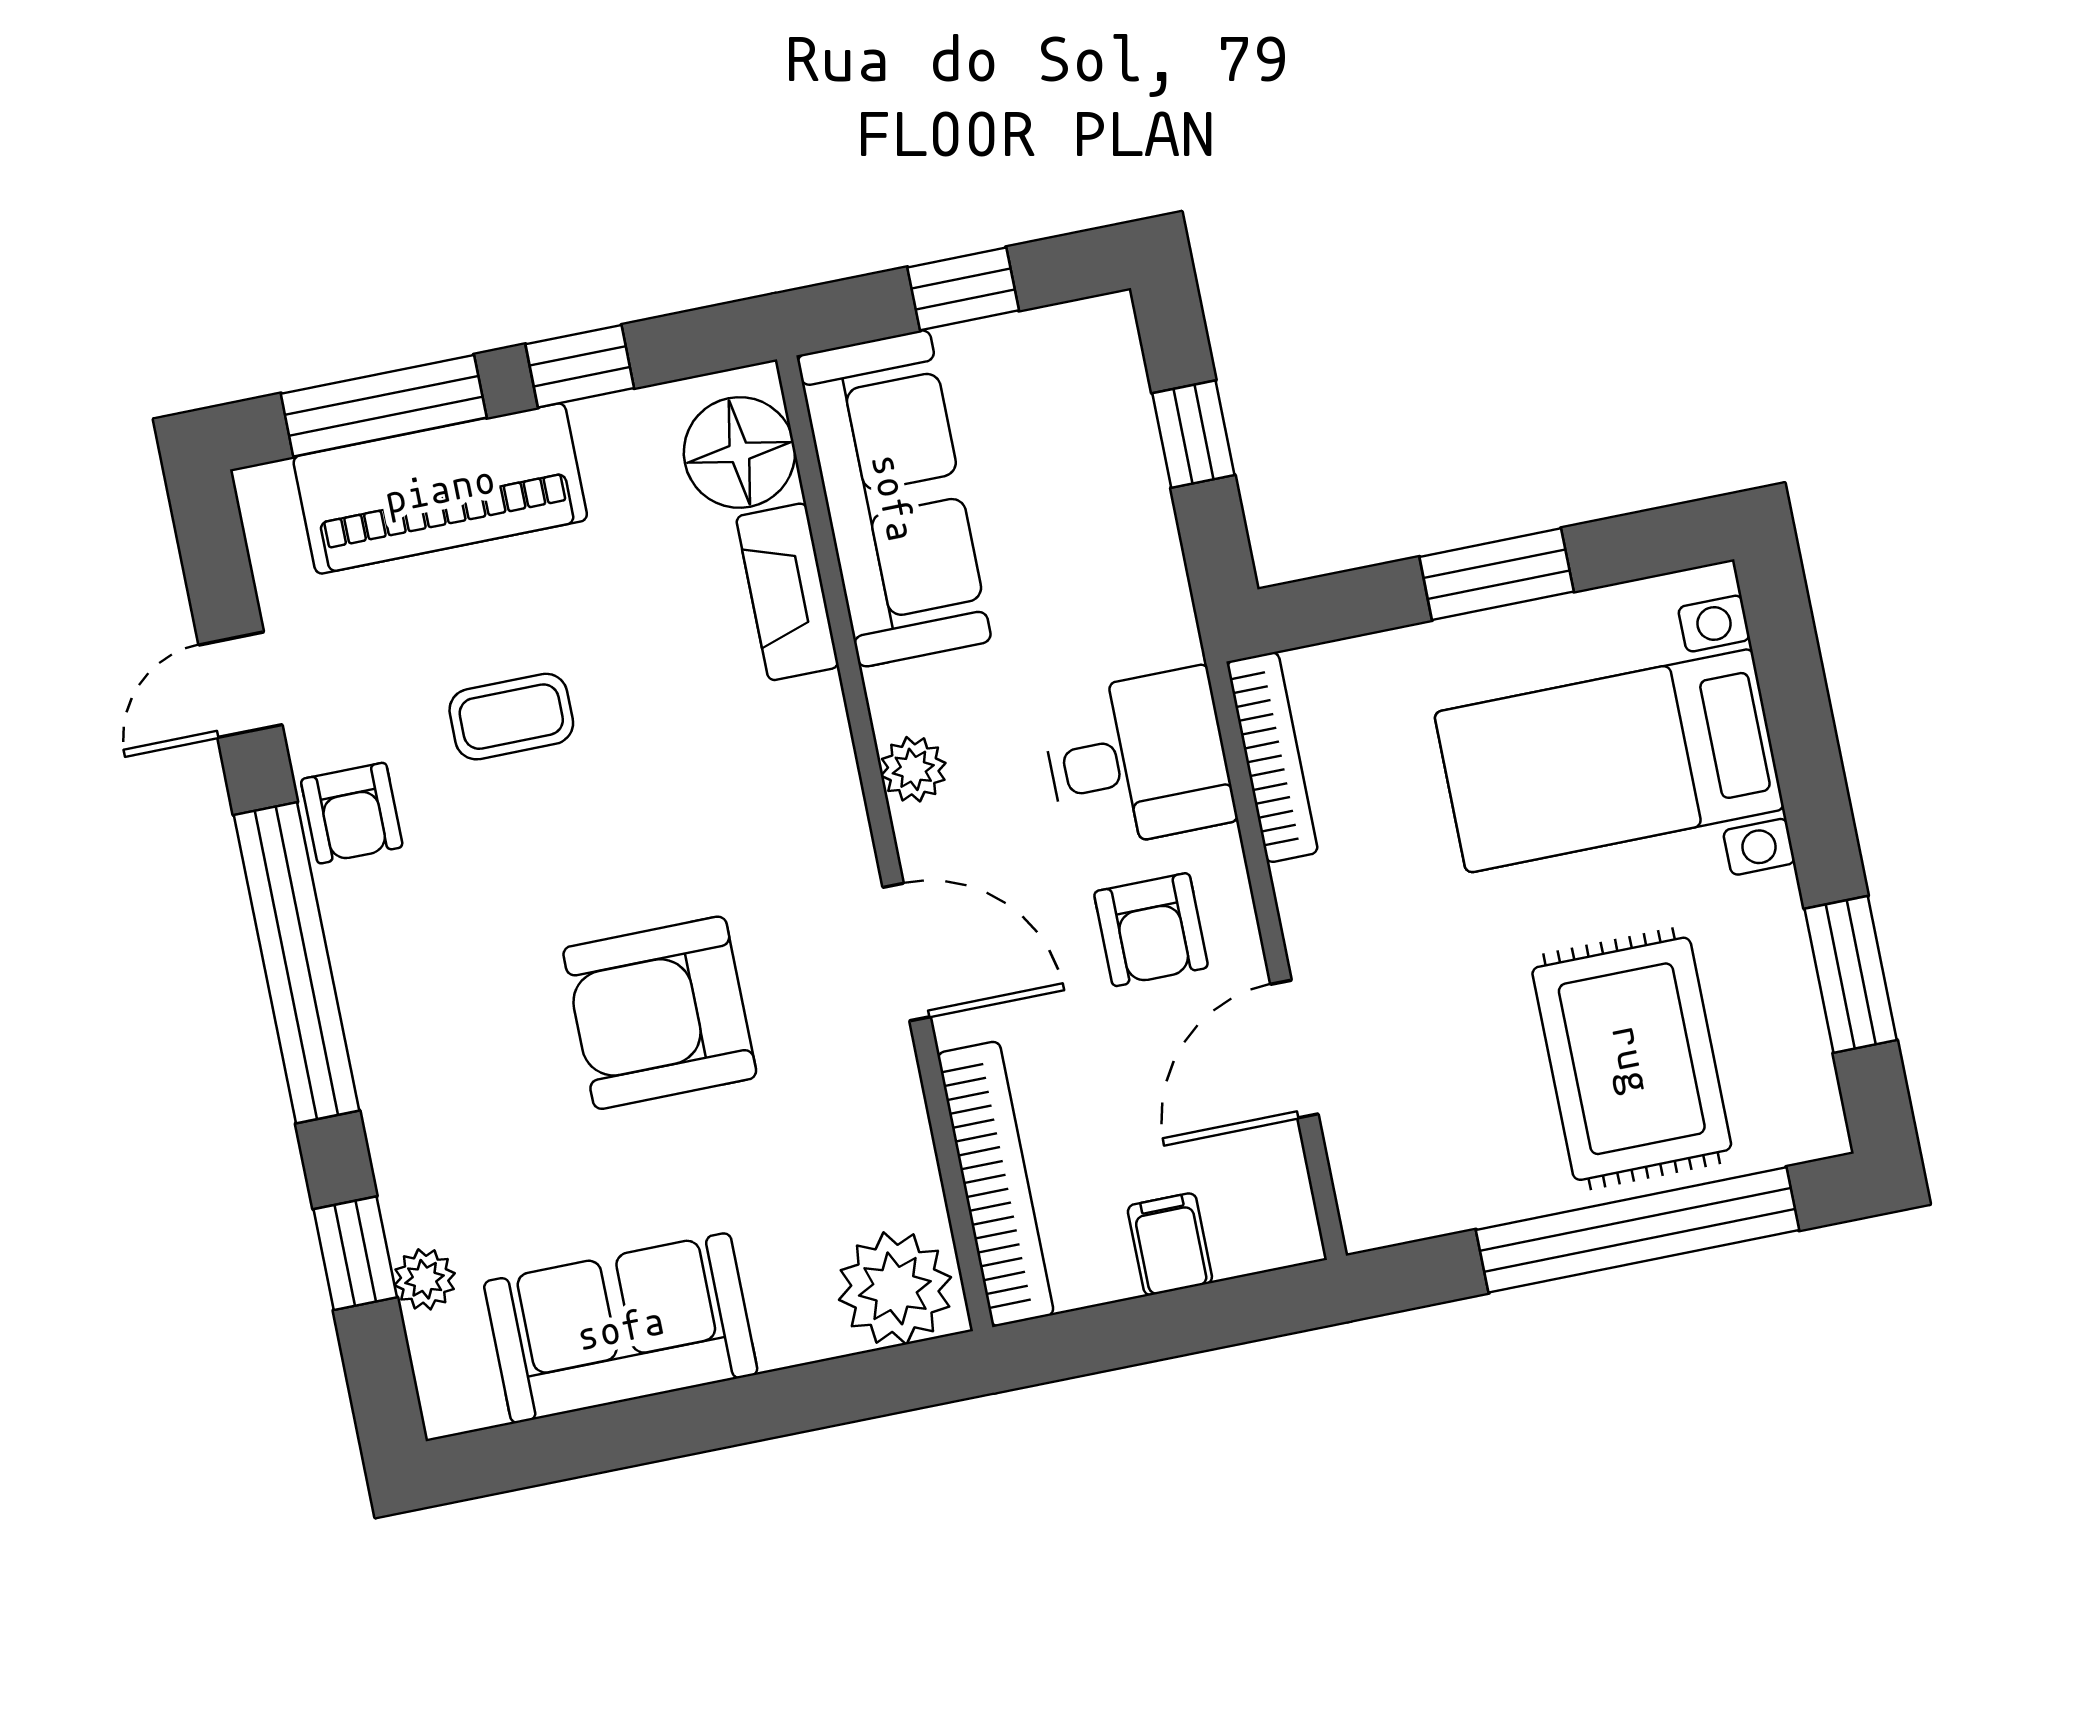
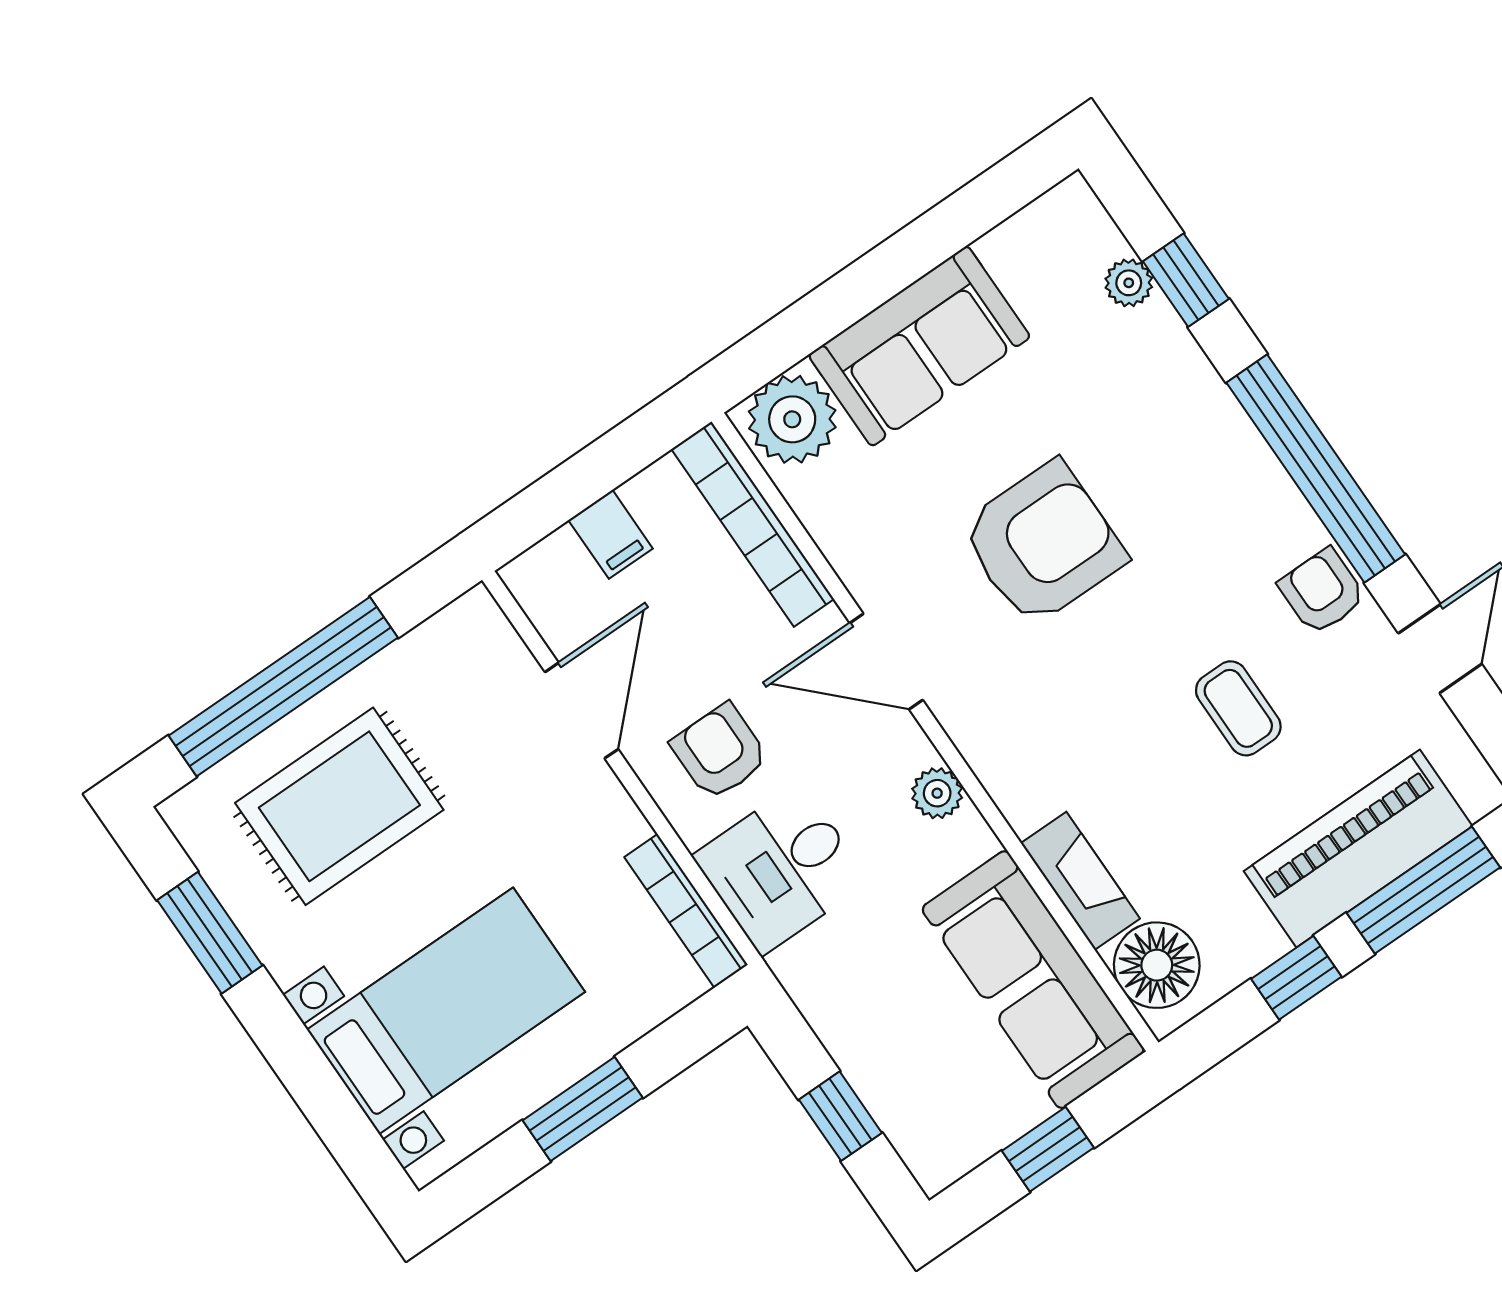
coffee table: (511, 717) -> (1238, 708), turned 90
rug: (1632, 1059) -> (339, 806), turned 90
sofa: (621, 1328) -> (919, 346), moved

